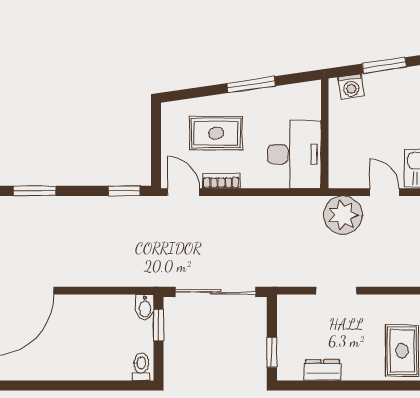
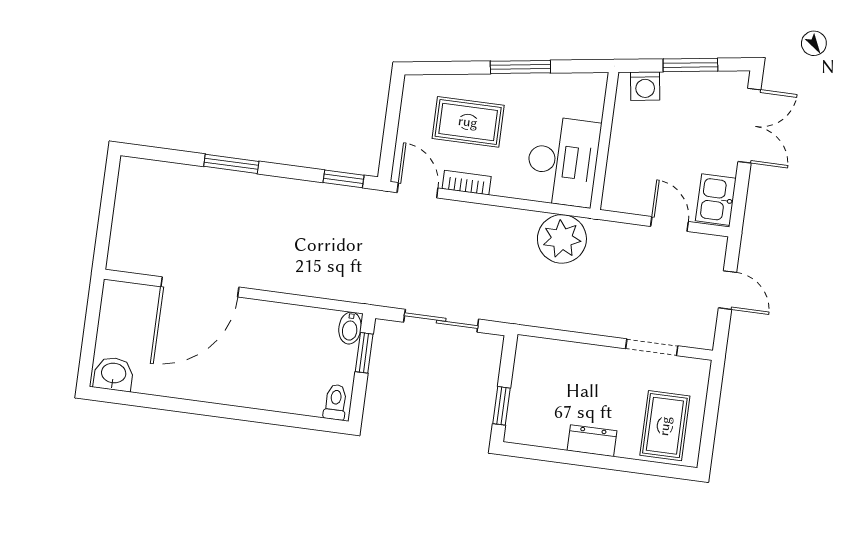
plant: (343, 215) -> (562, 239), moved
doorway: (336, 291) -> (652, 347), moved
sliding door: (216, 292) -> (441, 321), width x0.73
dresser: (322, 370) -> (592, 441), moved

